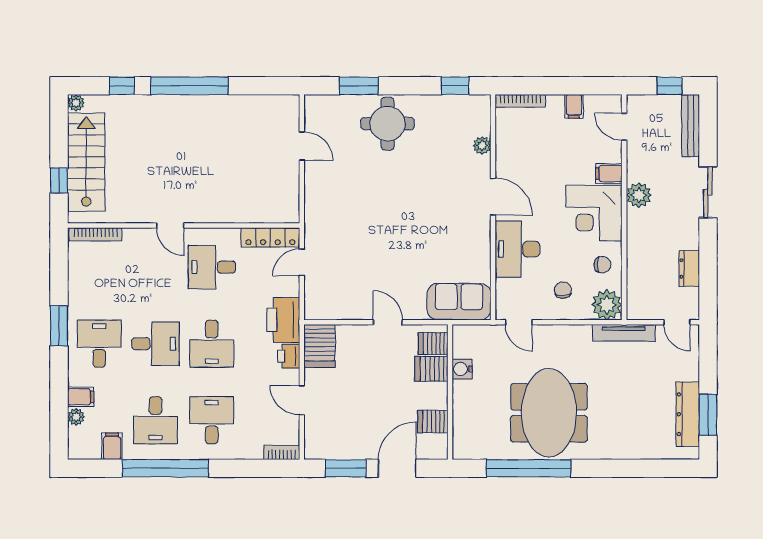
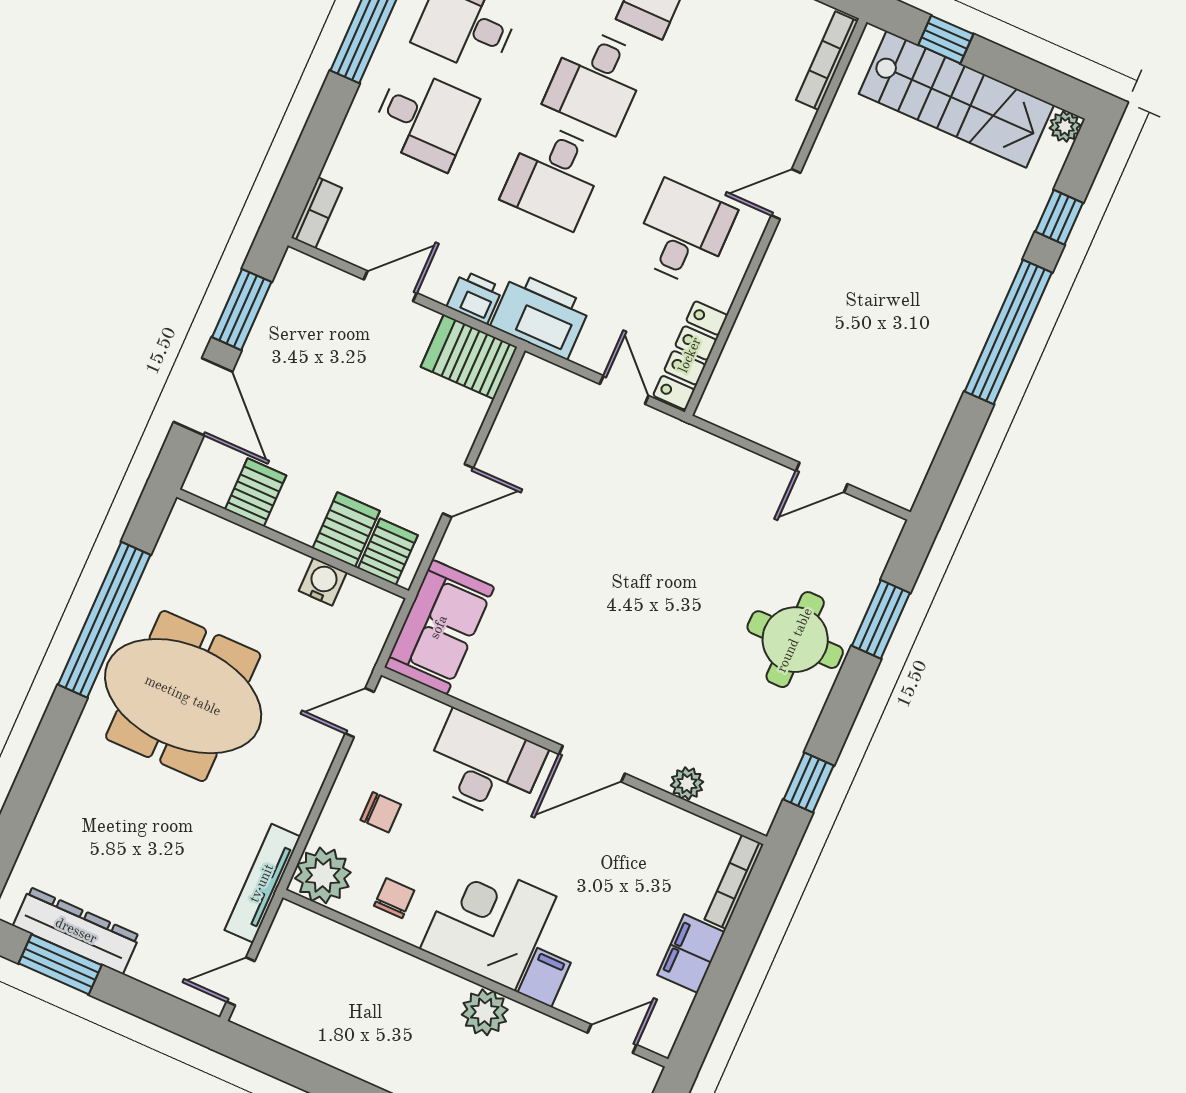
filing cabinet: (574, 106) -> (691, 954), width x2.00
chair: (602, 265) -> (394, 898), turned 180
dresser: (689, 268) -> (322, 1043), removed
desk: (212, 344) -> (554, 176), turned -90

